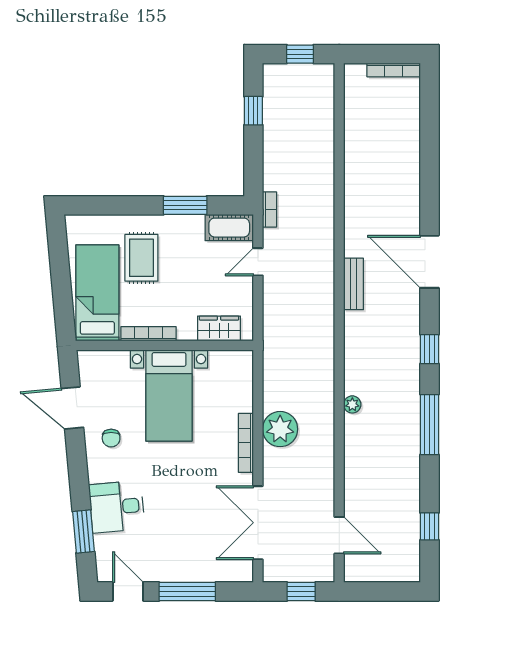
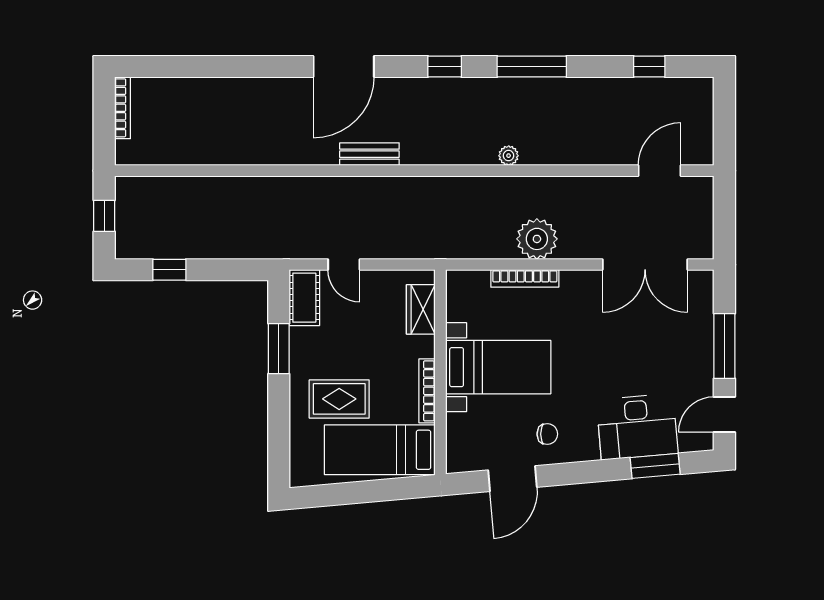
bookcase: (269, 209) -> (283, 251), removed
bookcase: (246, 443) -> (525, 278), moved
desk: (117, 507) -> (637, 427), width x1.37
window: (301, 591) -> (724, 215), removed

